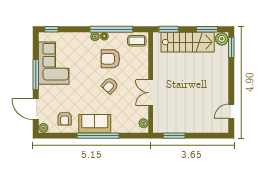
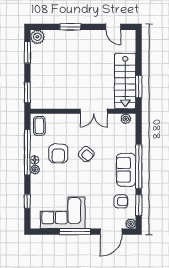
window: (51, 29) -> (27, 201), moved
stairs: (188, 42) -> (125, 81), moved, turned 180
window: (231, 47) -> (70, 27), moved
window: (61, 136) -> (139, 205), added

